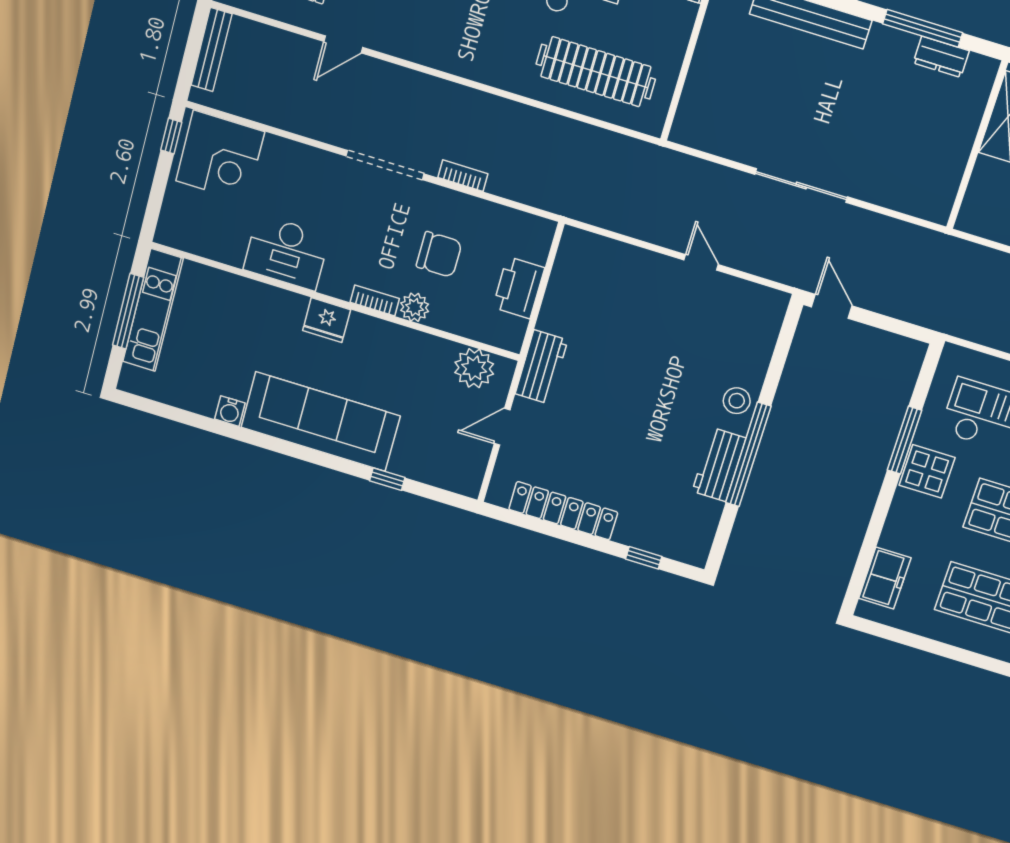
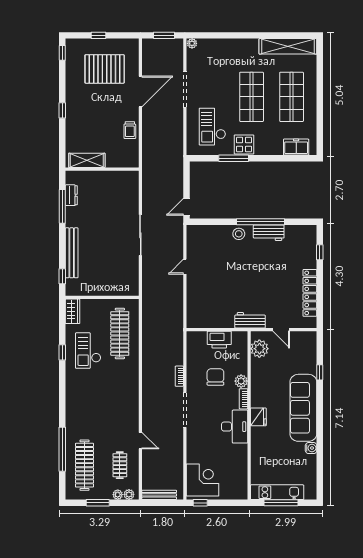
desk: (286, 252) -> (235, 427), moved

